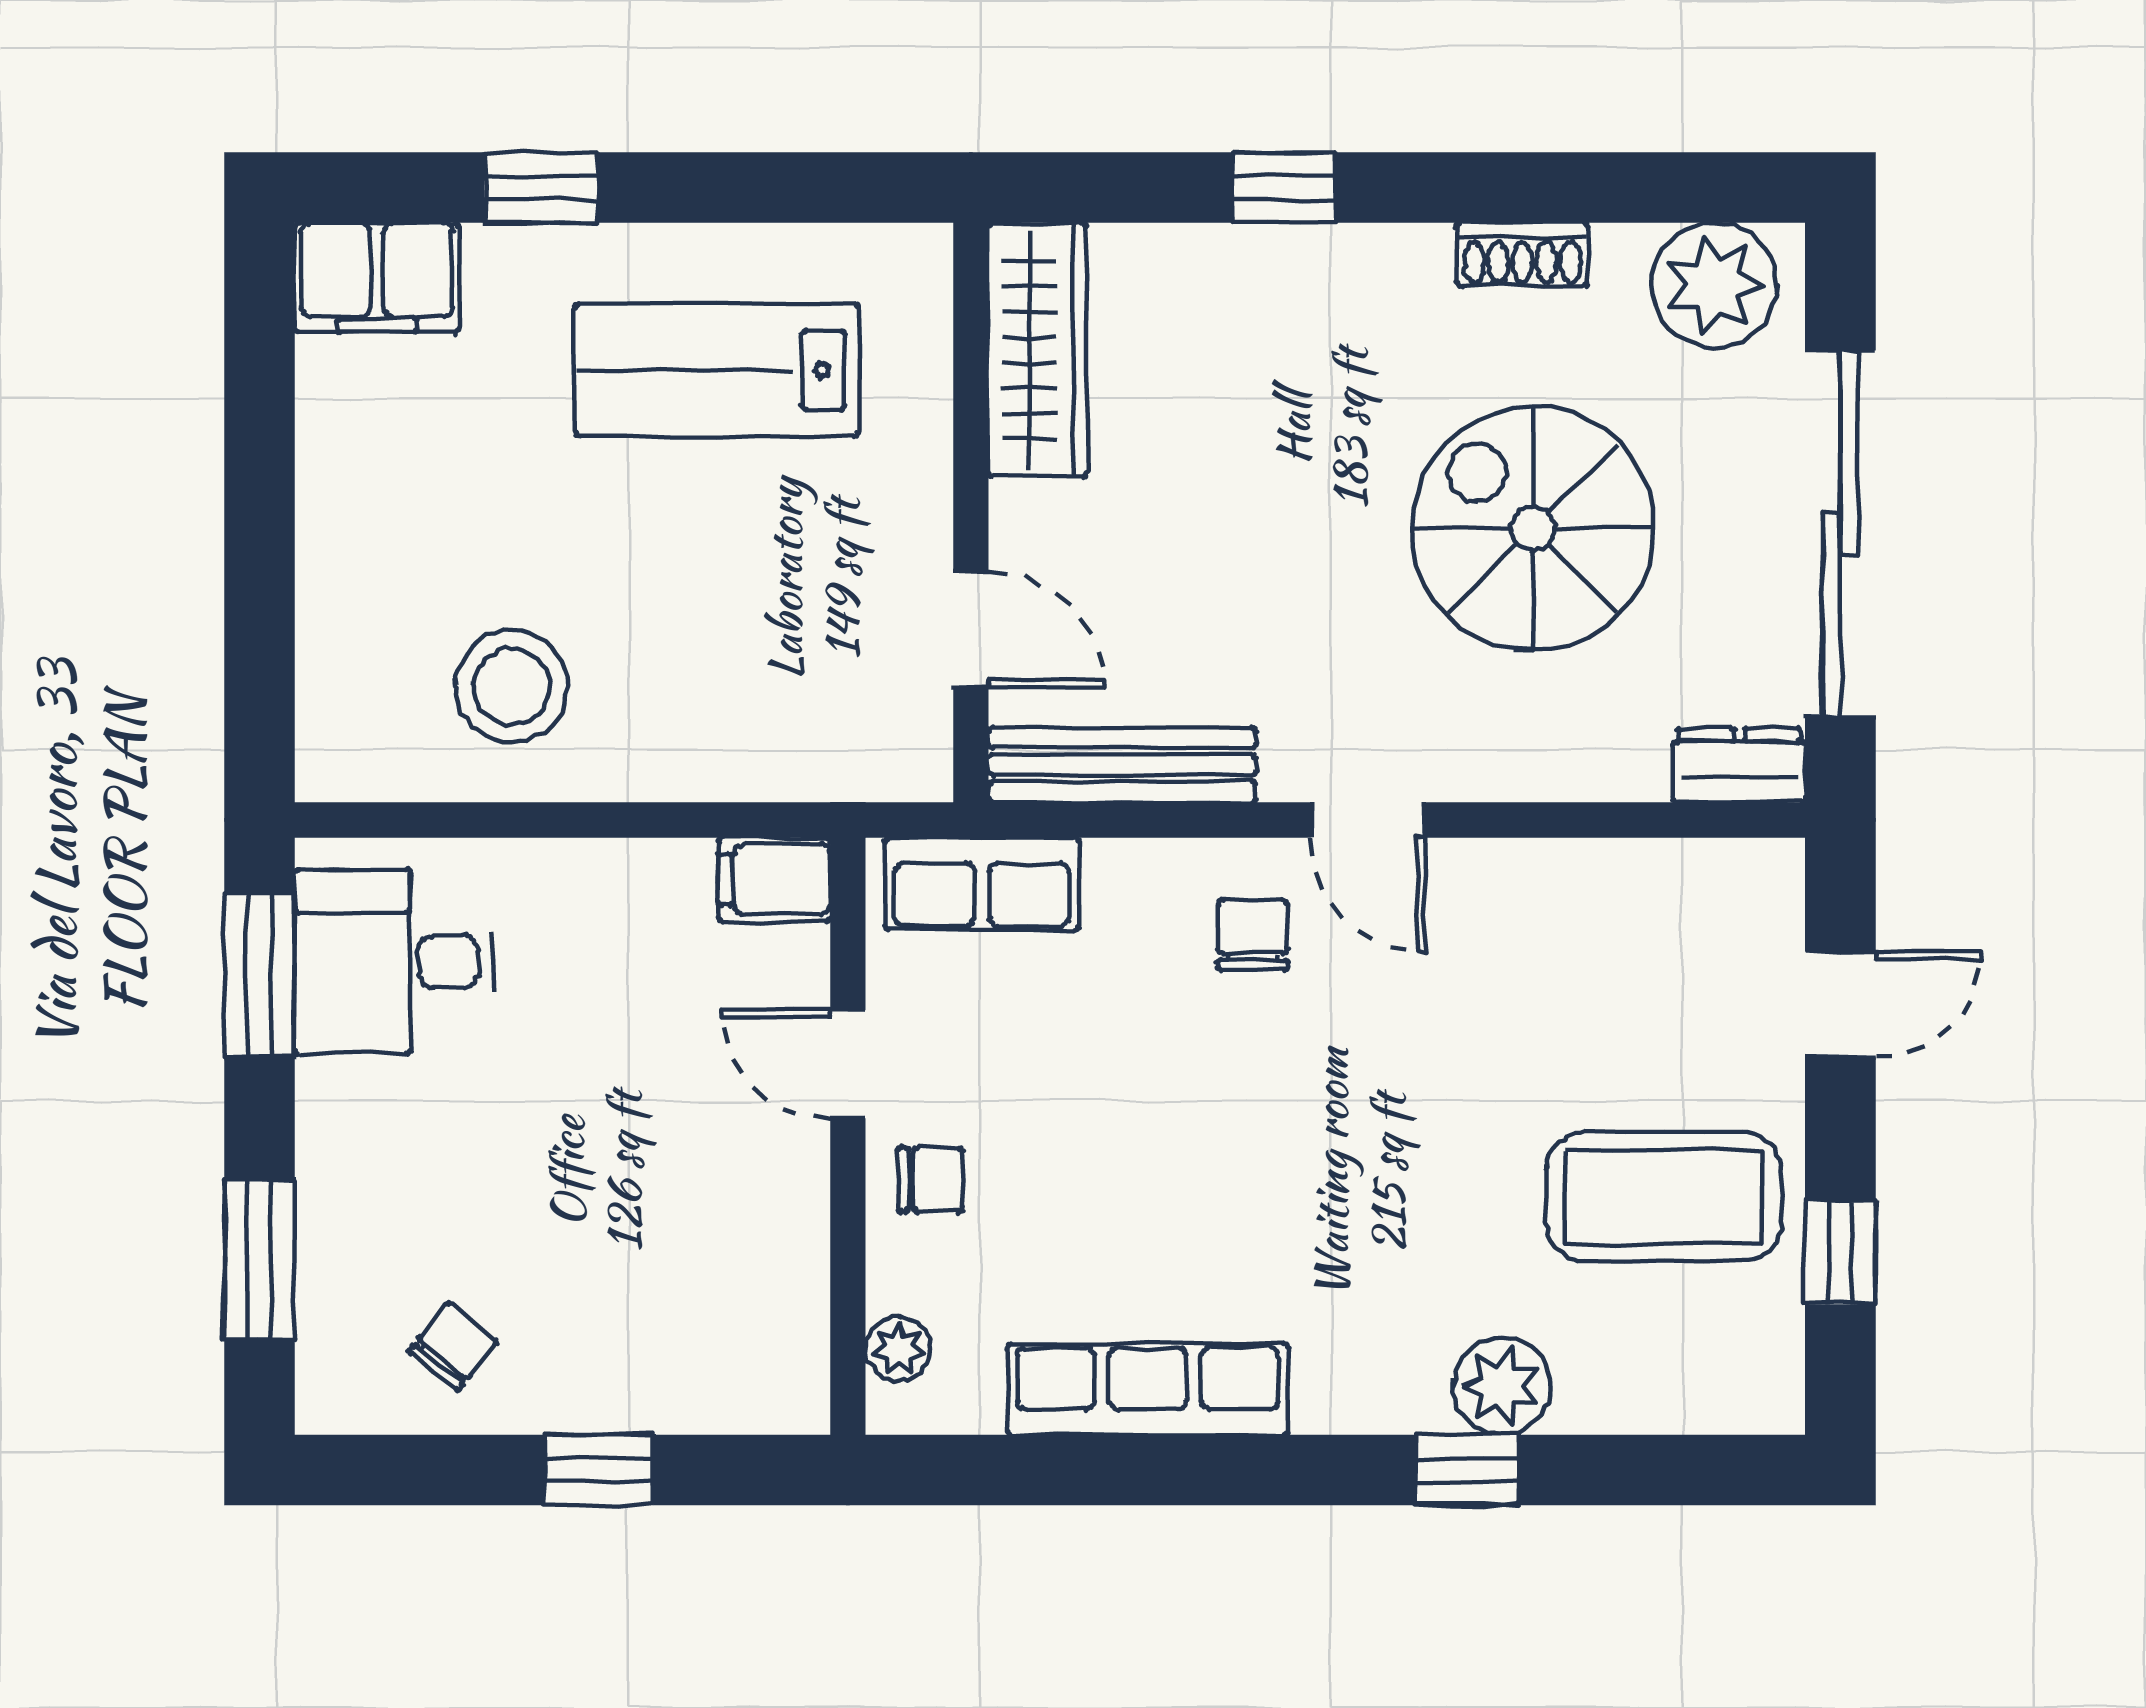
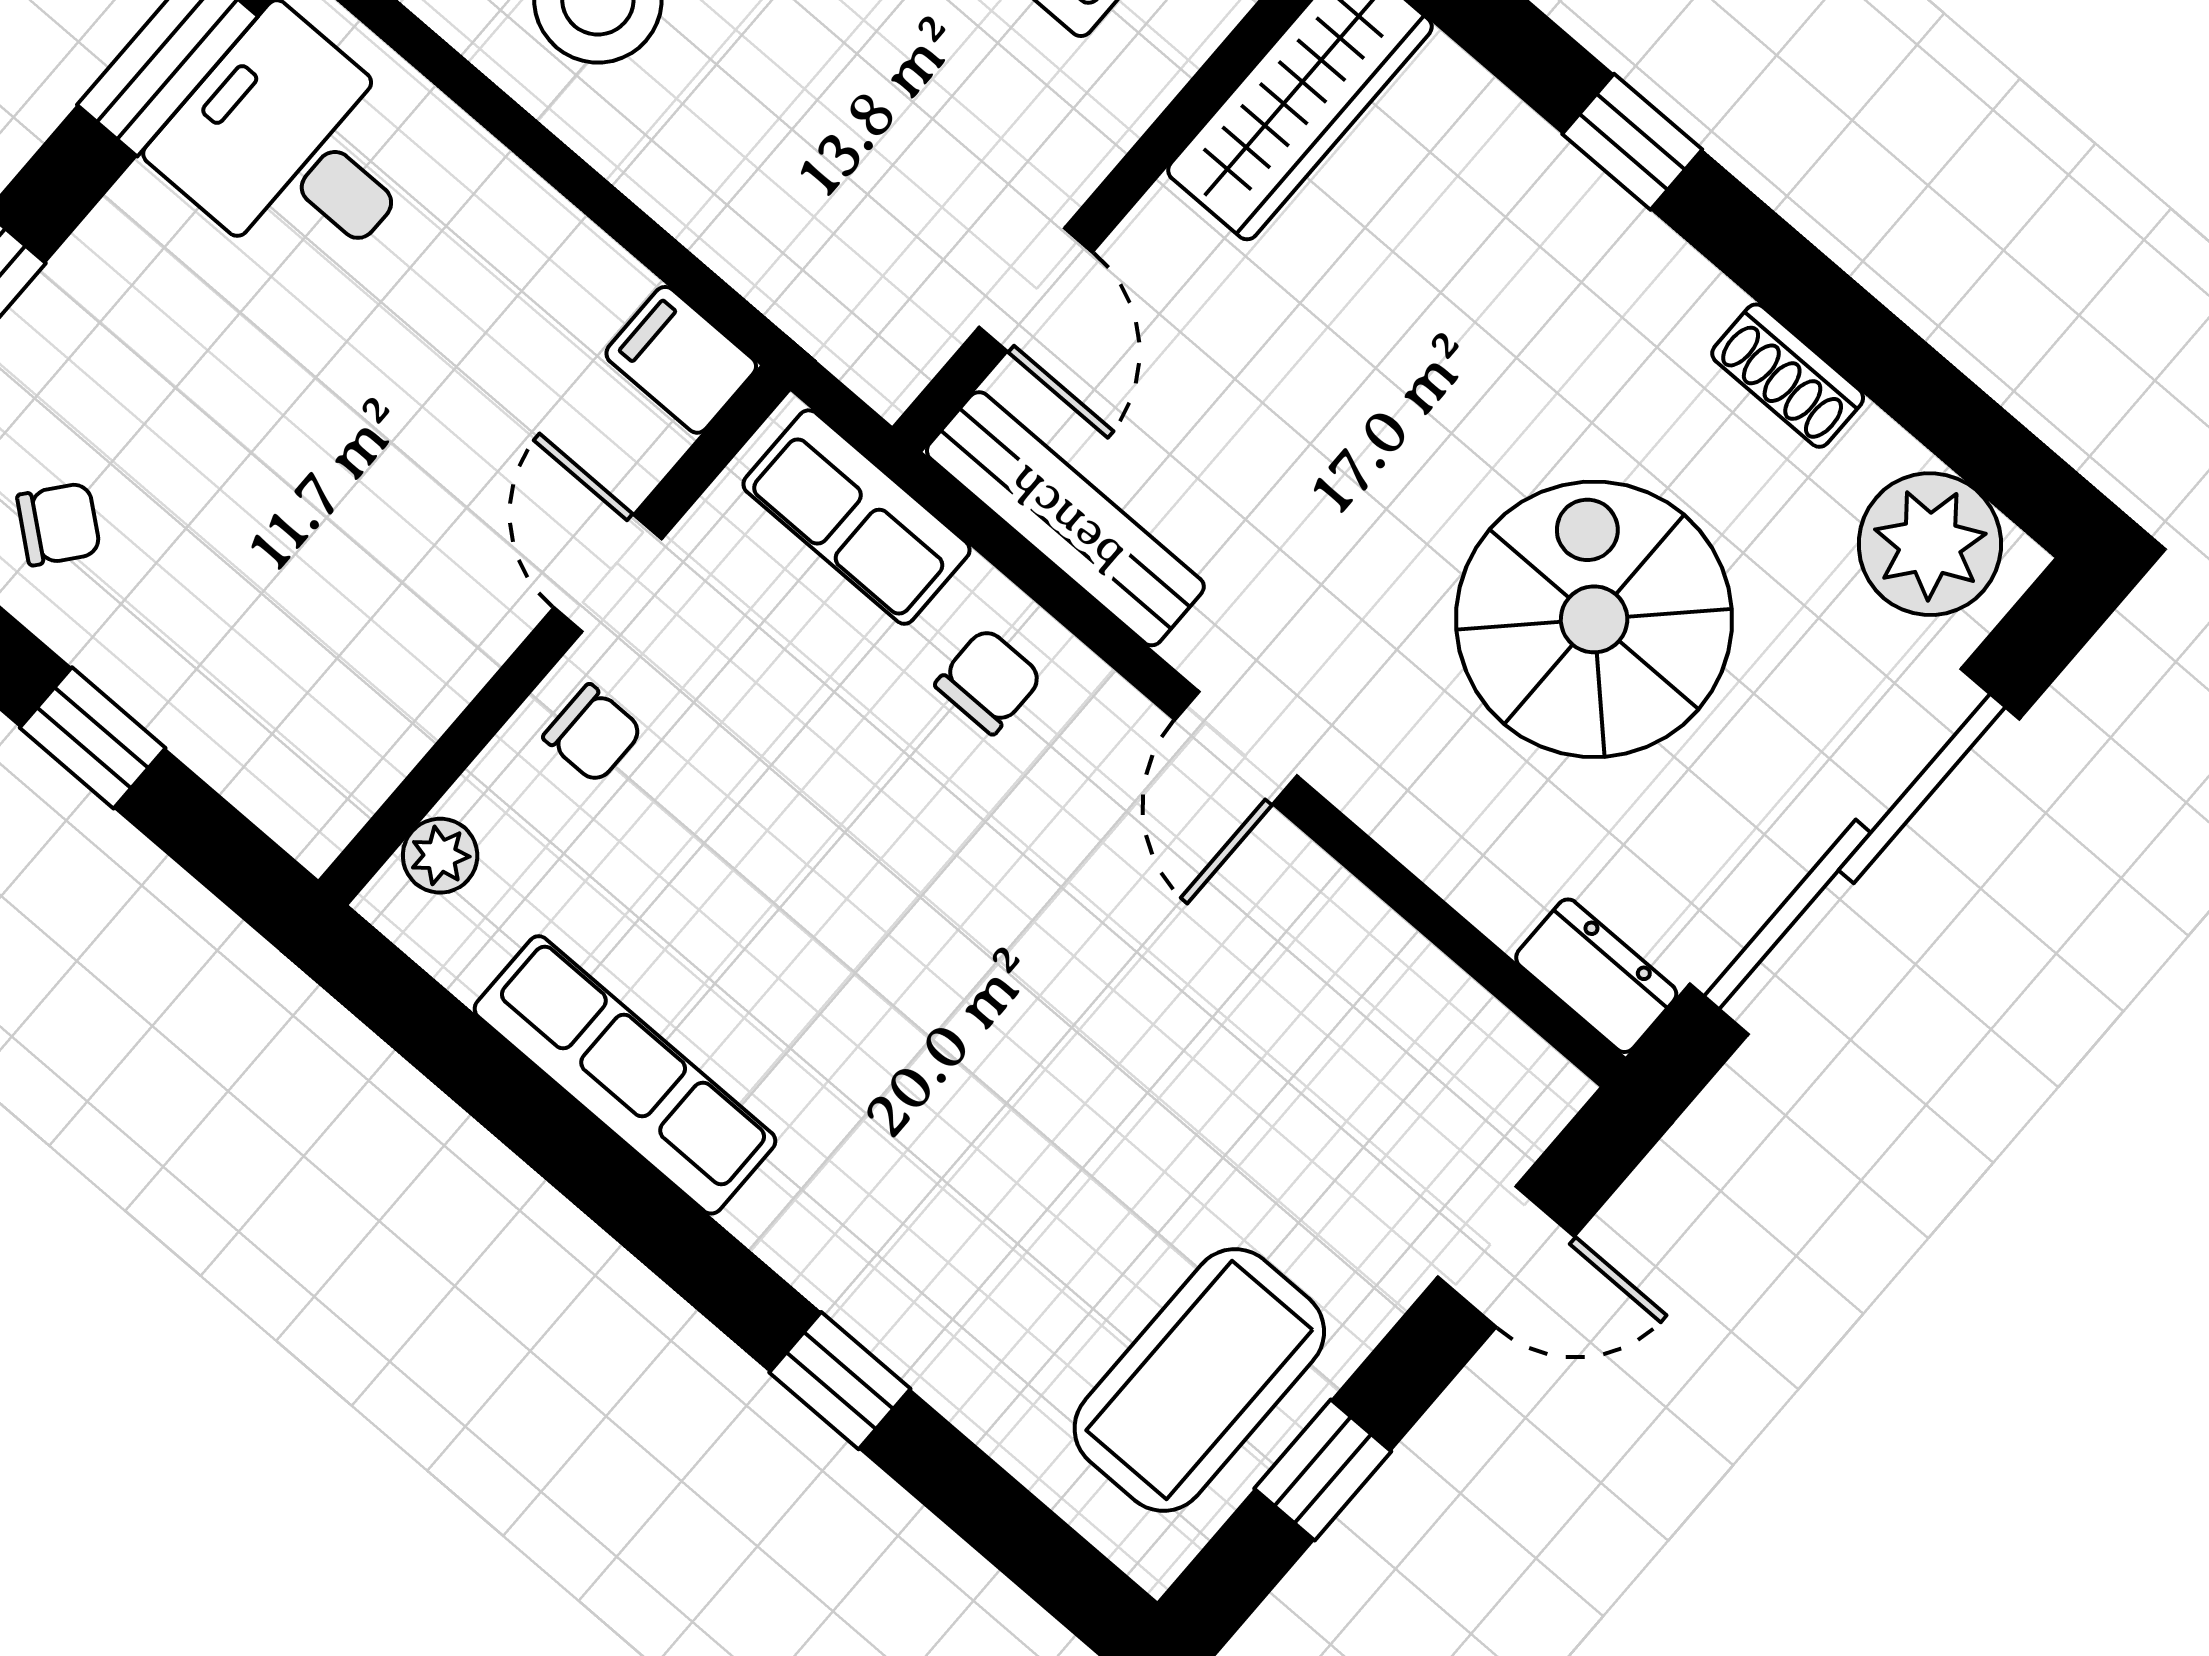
chair: (1252, 935) -> (989, 681), moved
coffee table: (1664, 1197) -> (1199, 1380), moved, turned 90
plant: (1502, 1386) -> (932, 1334), removed

